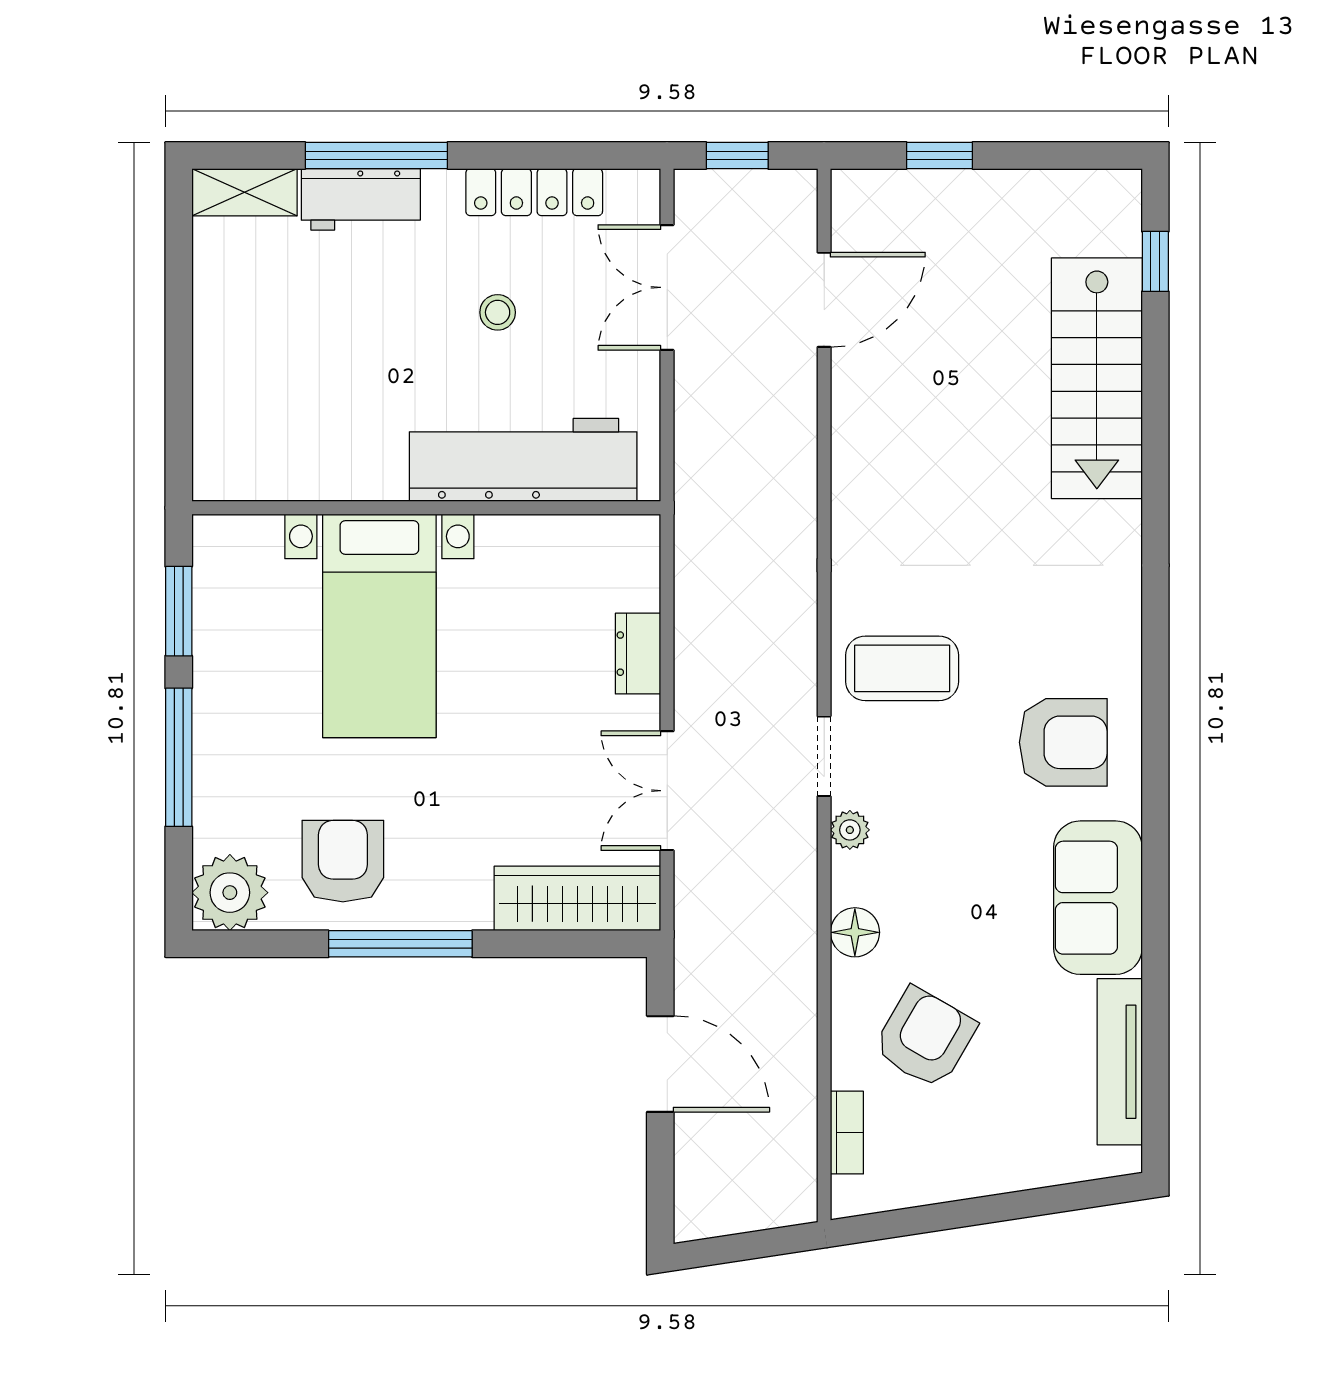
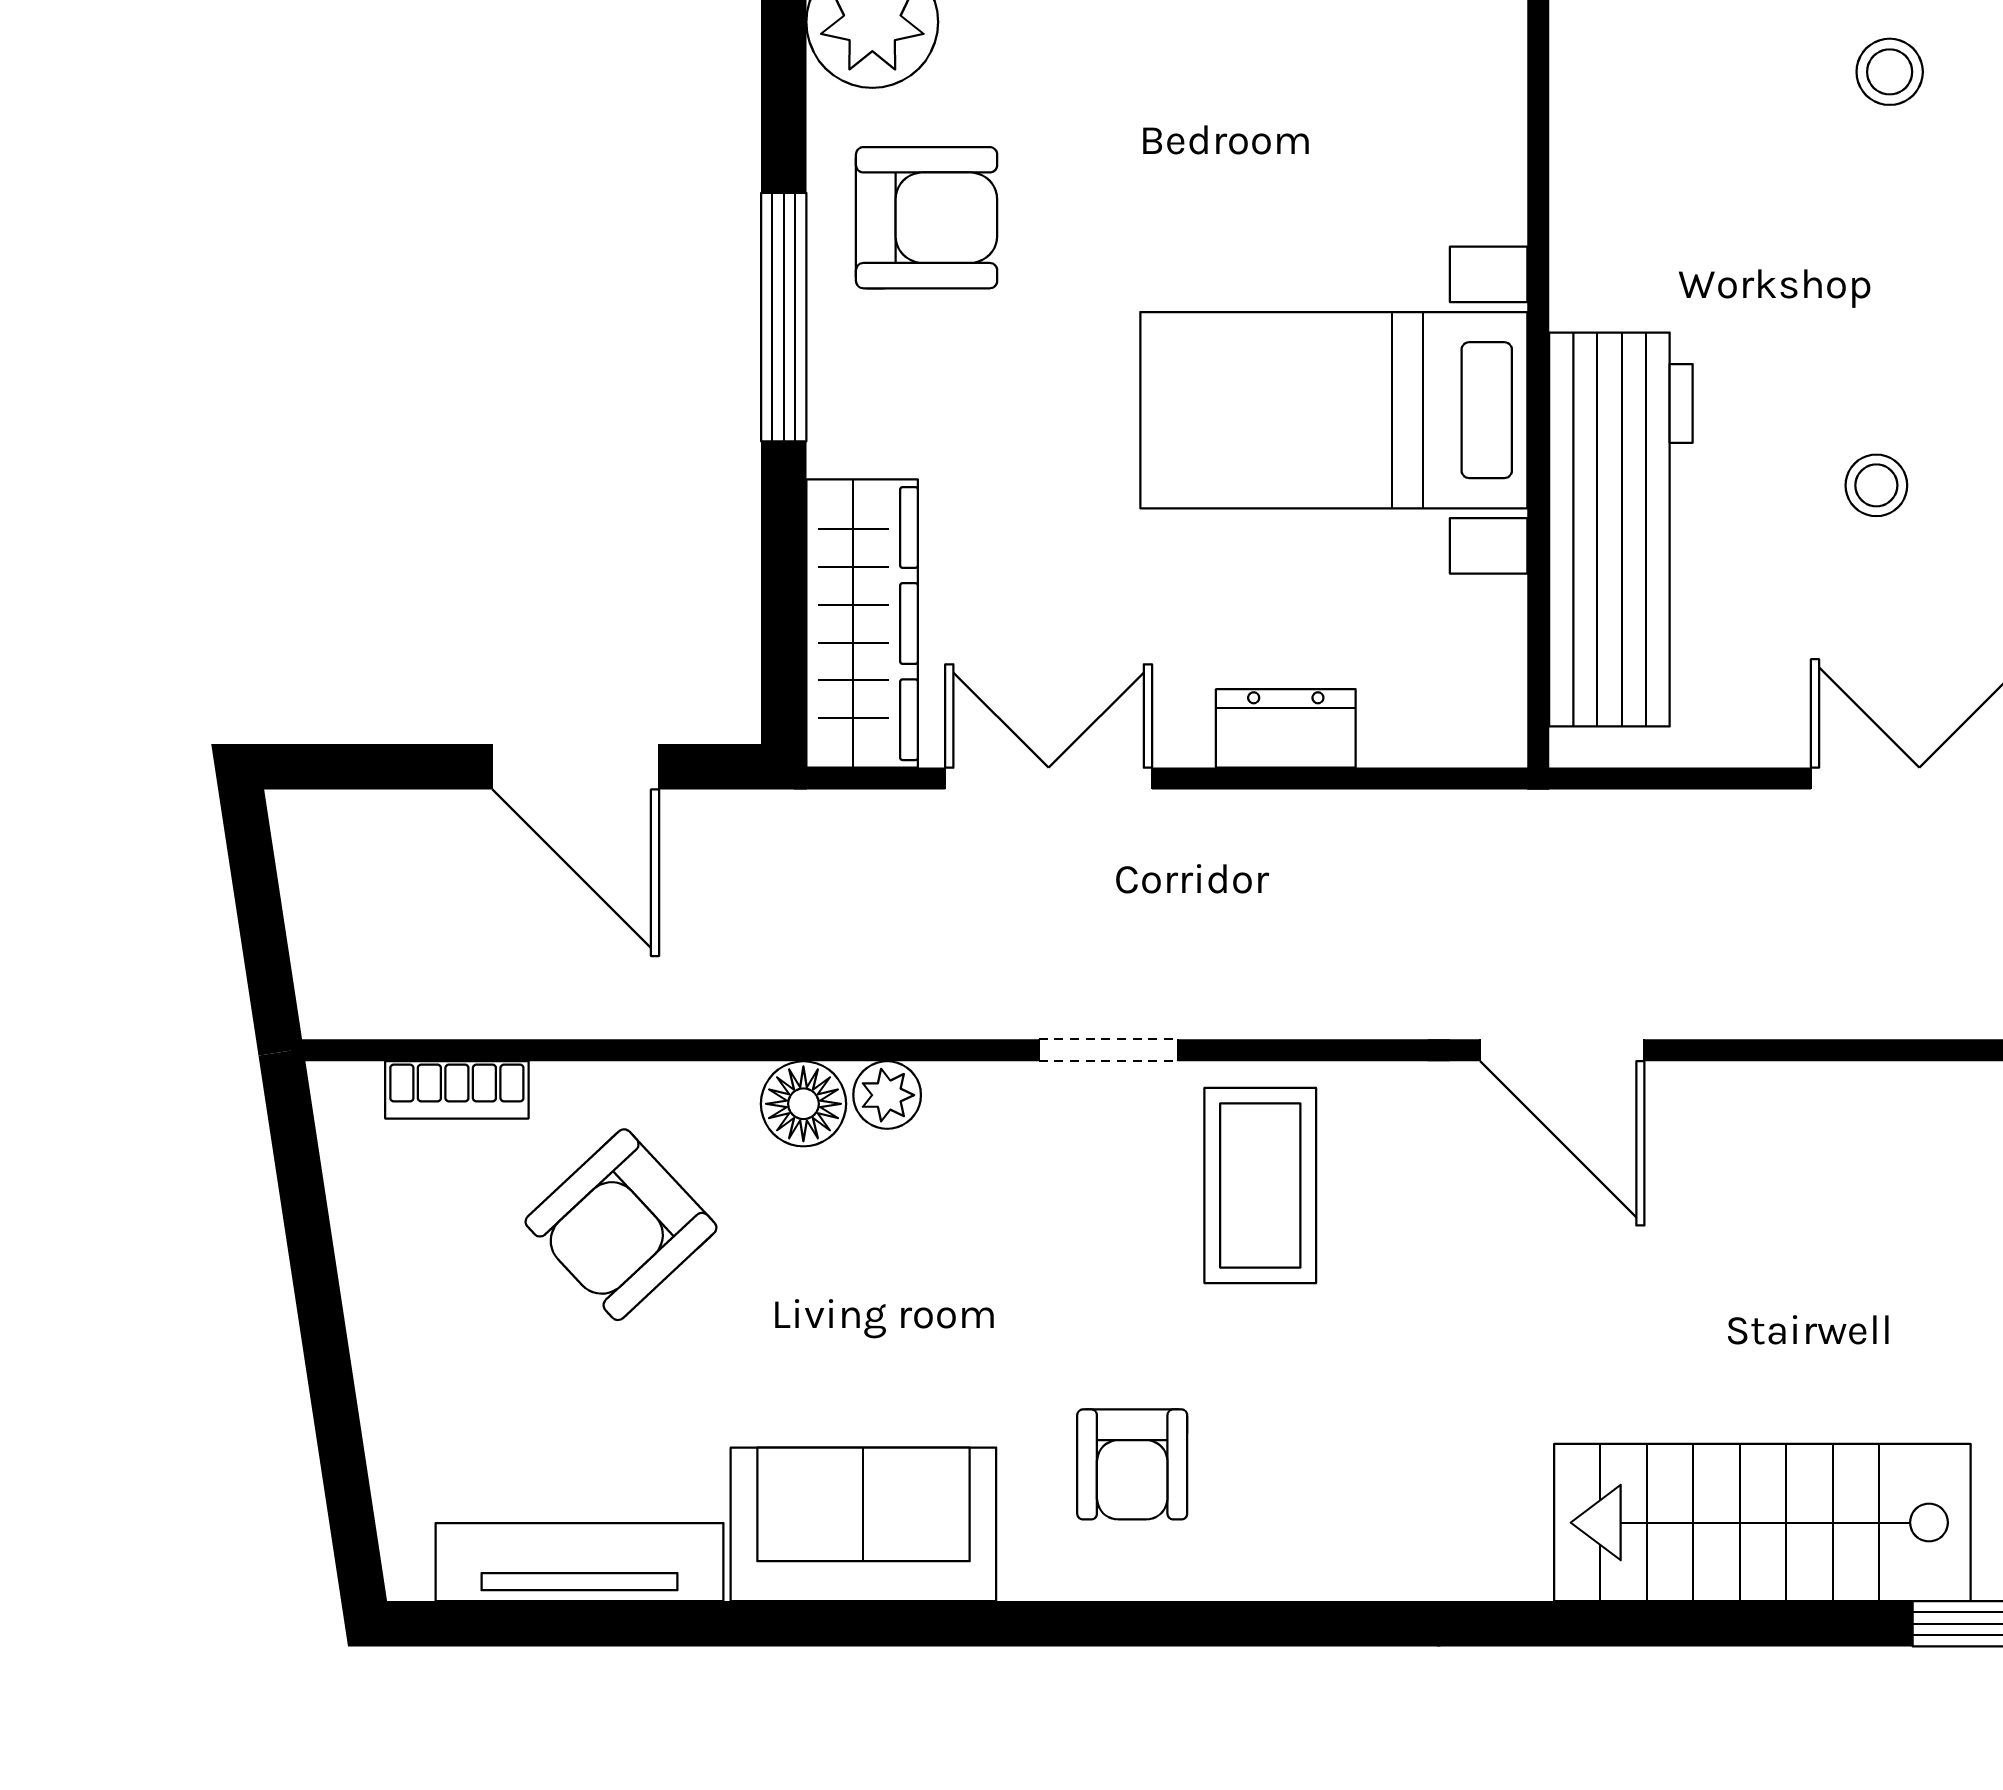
door: (824, 300) -> (1562, 1050), moved
stool: (259, 305) -> (1890, 72), added
bed with nightstands: (379, 626) -> (1334, 410), moved
armchair: (1063, 742) -> (1132, 1464), width x0.72, depth x0.72
plant: (850, 830) -> (887, 1095), moved
armchair: (925, 1038) -> (621, 1225), turned 107
door: (660, 1064) -> (576, 767), hinge flipped

